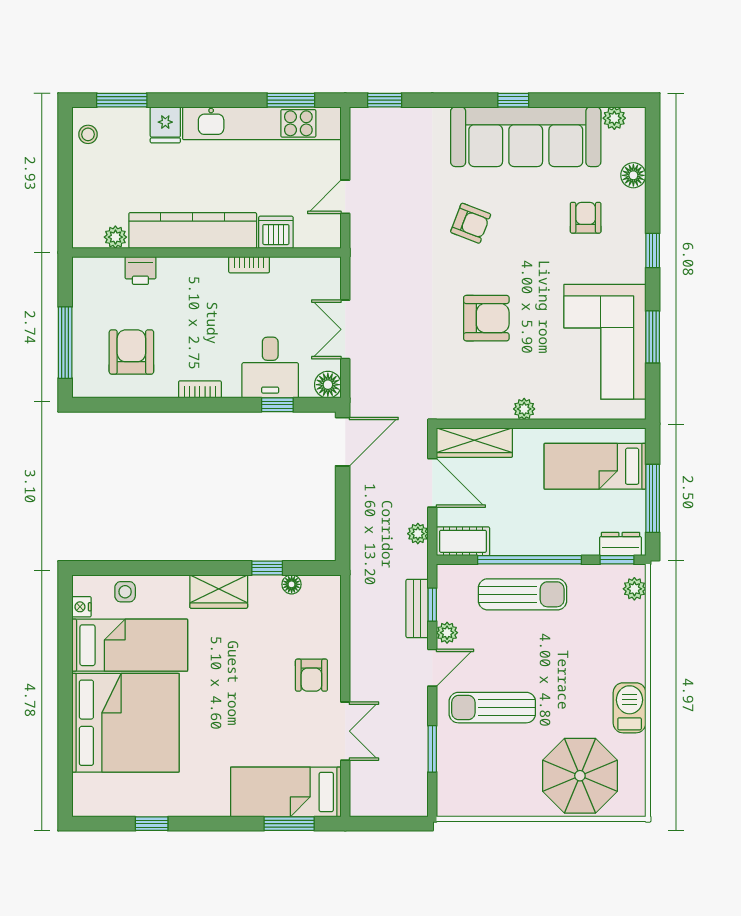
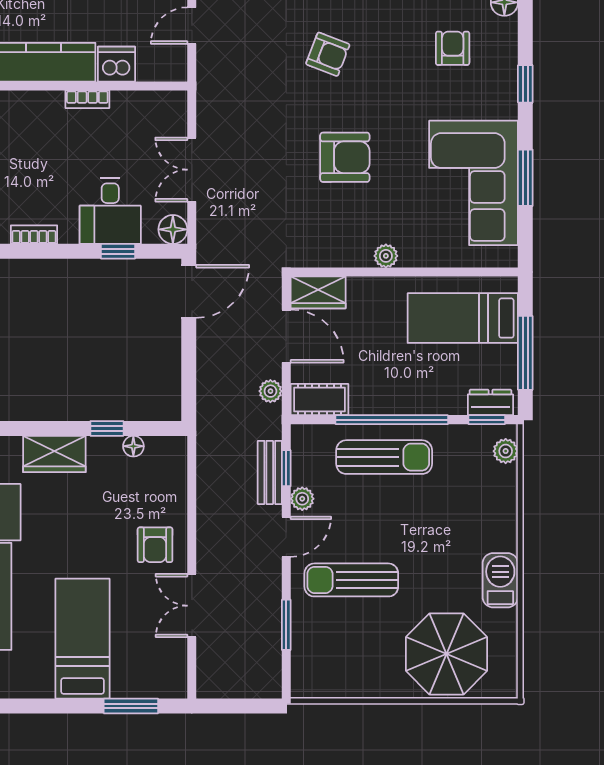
wardrobe: (474, 443) -> (318, 292), width x0.67
double door: (345, 731) -> (192, 606), swing flipped
bed: (286, 792) -> (82, 639), moved, turned 90

